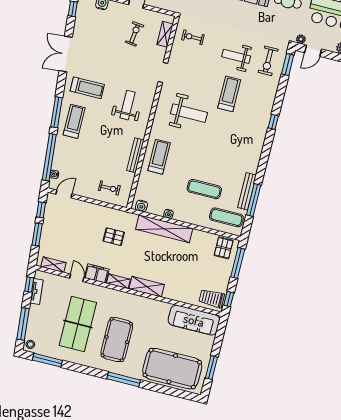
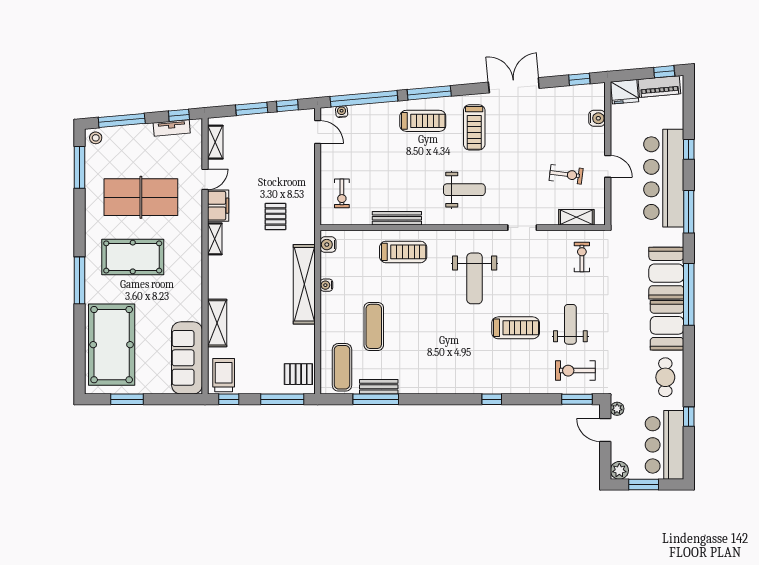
bench: (247, 191) -> (379, 387), width x0.73
shelving: (147, 287) -> (217, 323), moved

